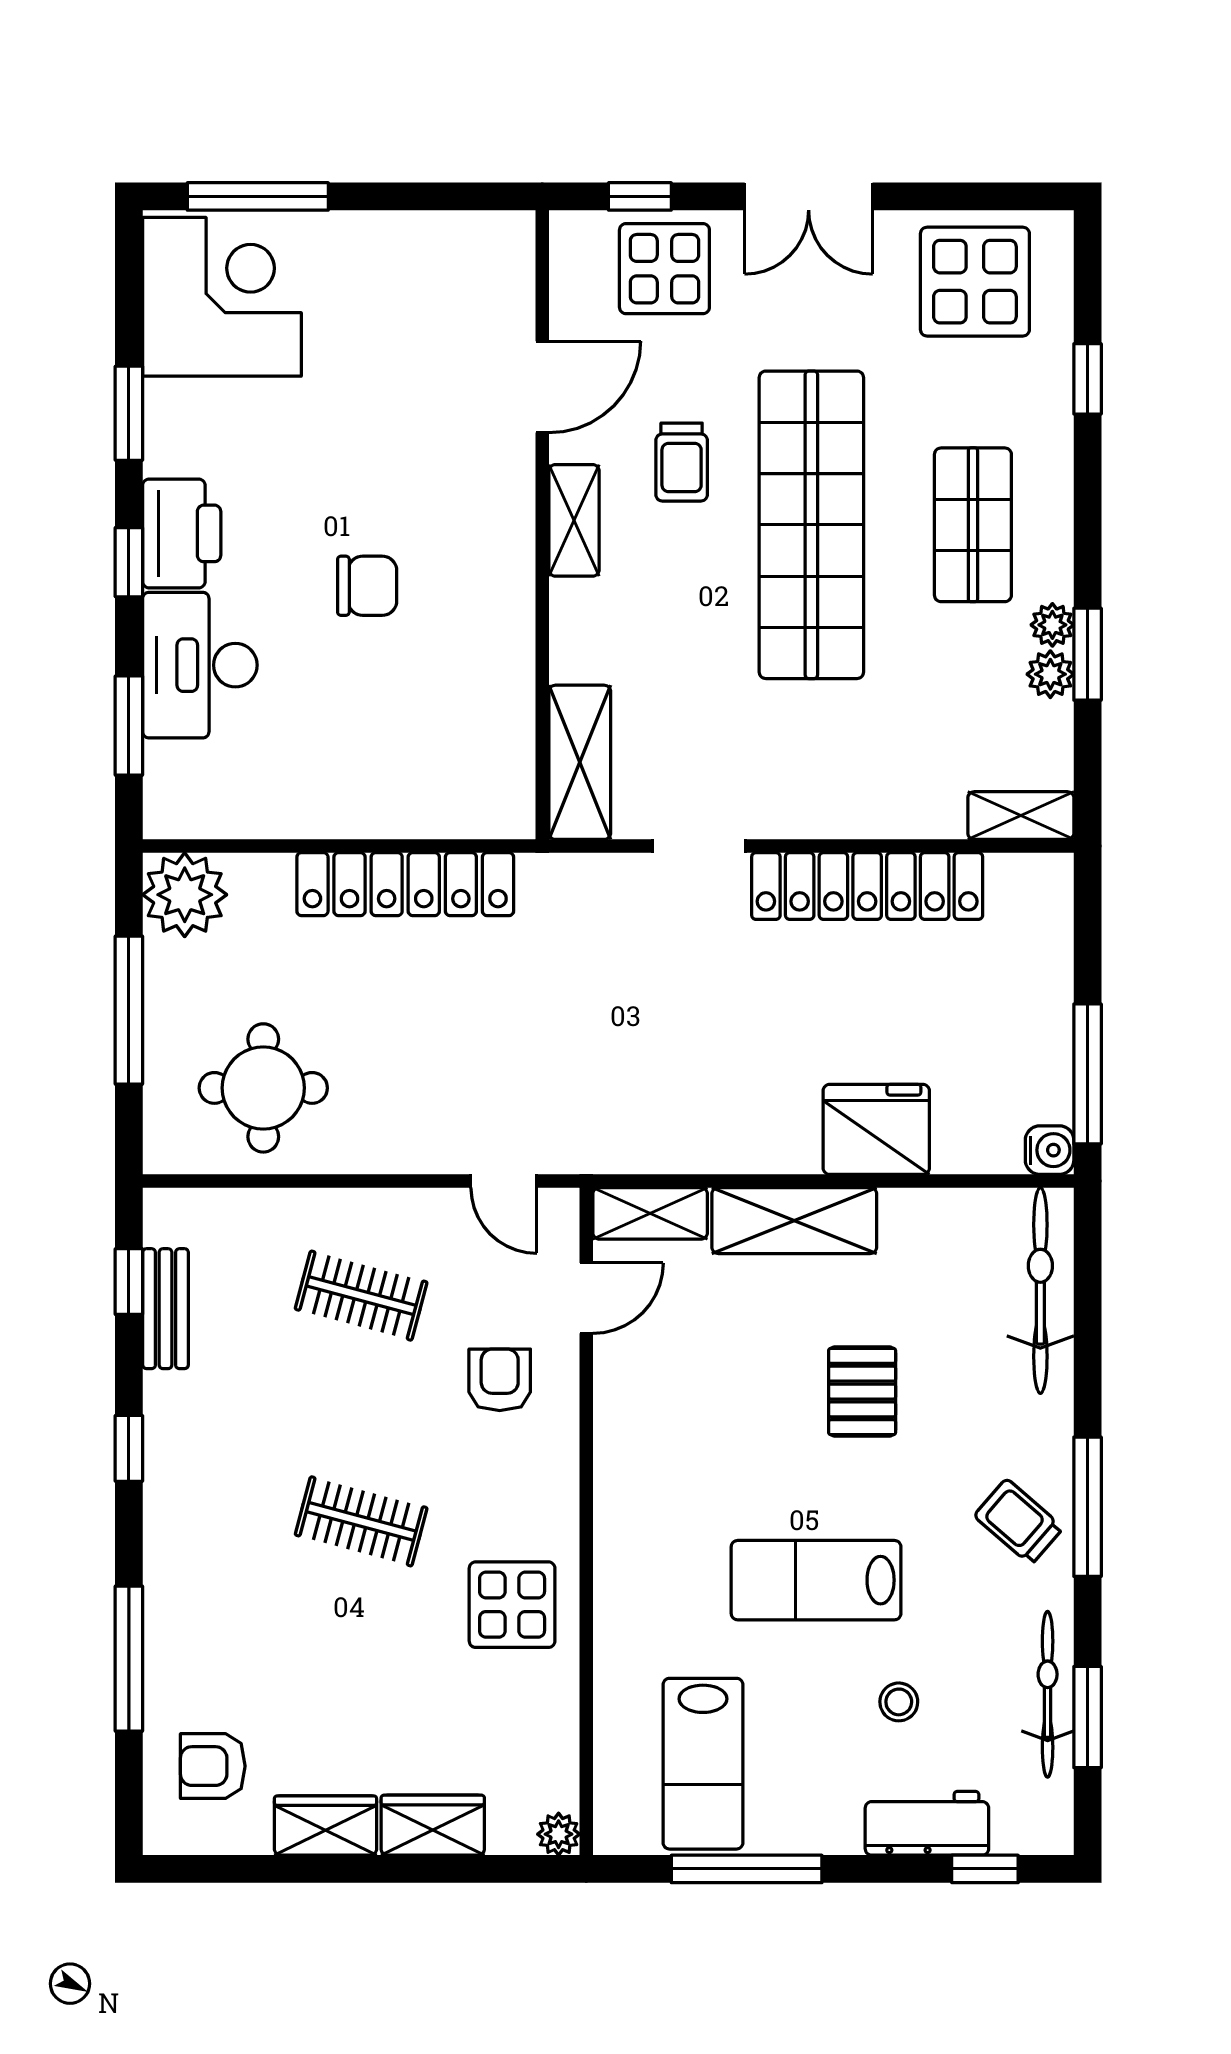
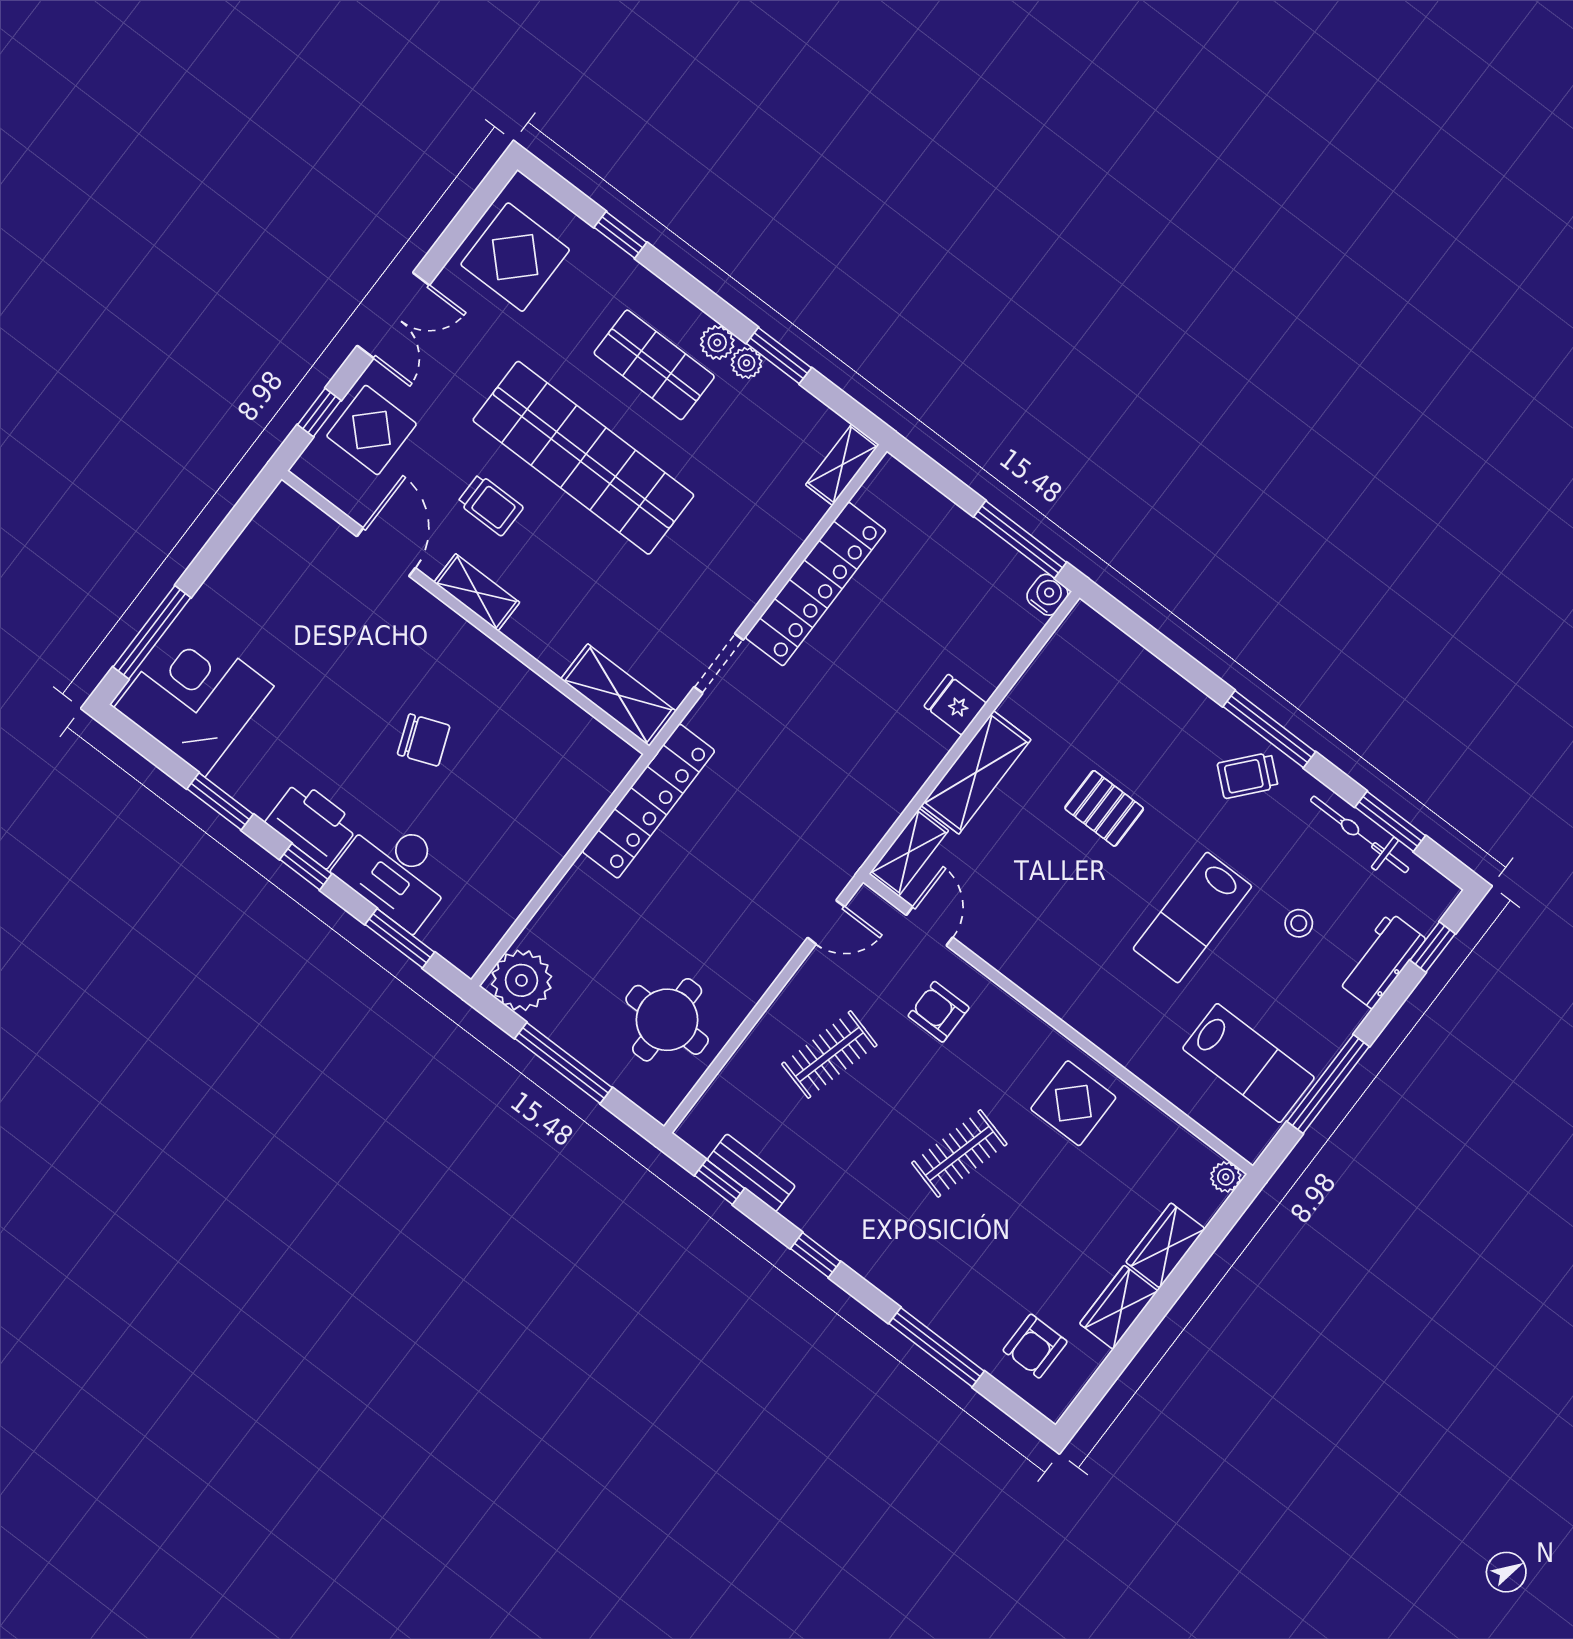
chair: (367, 586) -> (424, 740), turned 69
plant: (1050, 674) -> (717, 343), moved
locker: (405, 884) -> (648, 801), moved
fridge: (876, 1129) -> (955, 705), width x0.53, depth x0.75
bicycle: (1040, 1291) -> (1124, 662), removed

